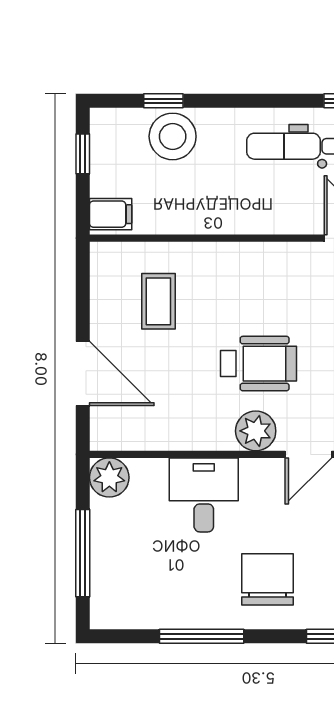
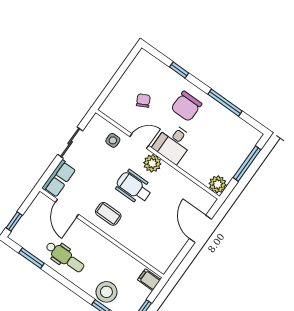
coffee table: (158, 301) -> (108, 214), moved, turned 90
desk: (204, 495) -> (173, 143), moved

